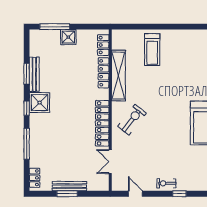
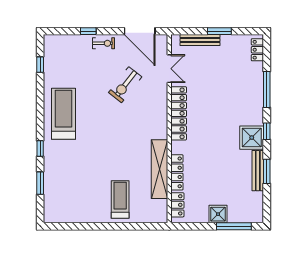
exercise bike: (132, 120) -> (125, 85), moved
bench: (69, 186) -> (200, 40), moved
door: (135, 194) -> (140, 31), width x1.88

